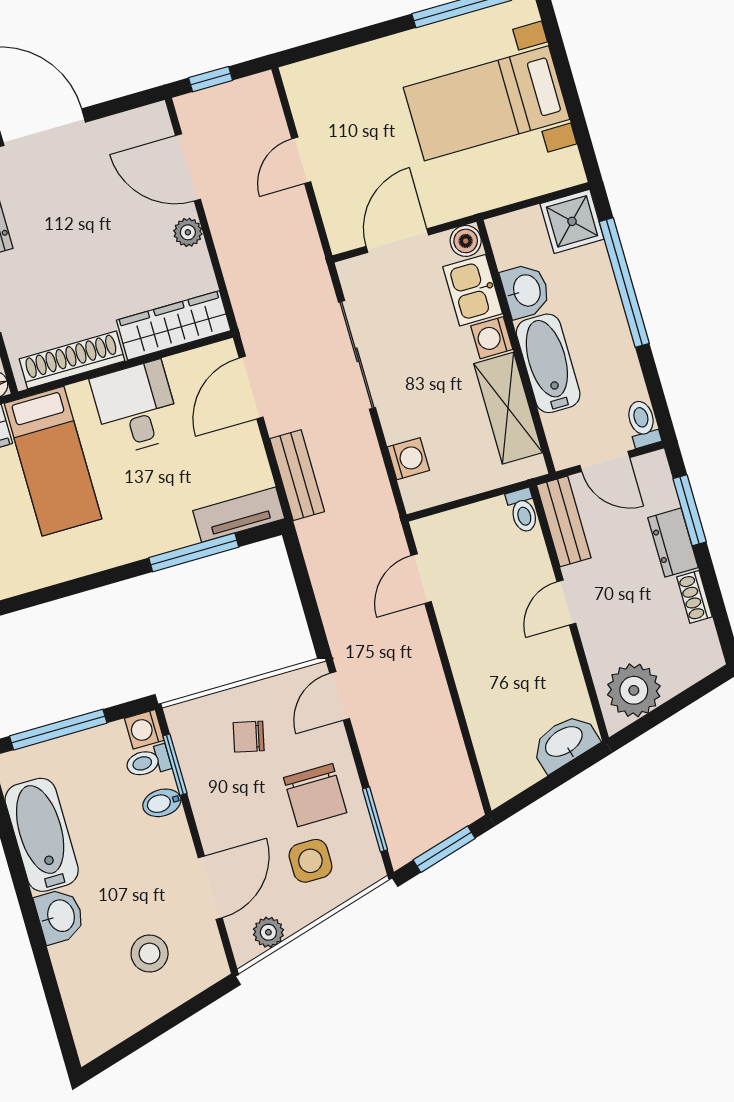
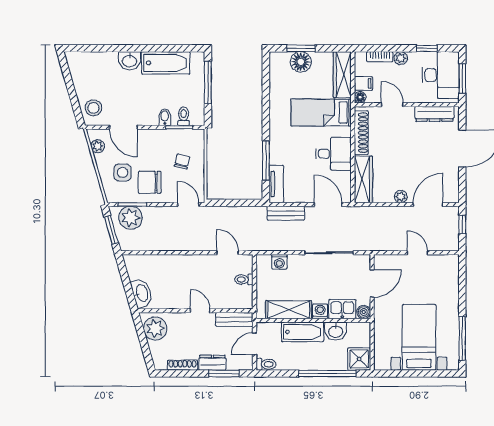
door: (397, 241) -> (372, 283), hinge flipped
toilet: (523, 511) -> (244, 279), moved
shoe rack: (695, 597) -> (183, 365), width x1.43
washing machine: (144, 729) -> (198, 119), removed
plant: (405, 815) -> (131, 218), added
stool: (150, 954) -> (93, 108), moved

